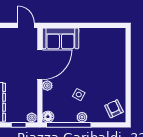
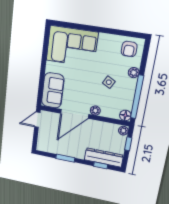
corner sofa: (108, 52) -> (72, 46), added
door: (40, 65) -> (75, 114), swing flipped
armchair: (114, 109) -> (129, 49), turned -65
plant: (82, 117) -> (134, 73), moved

